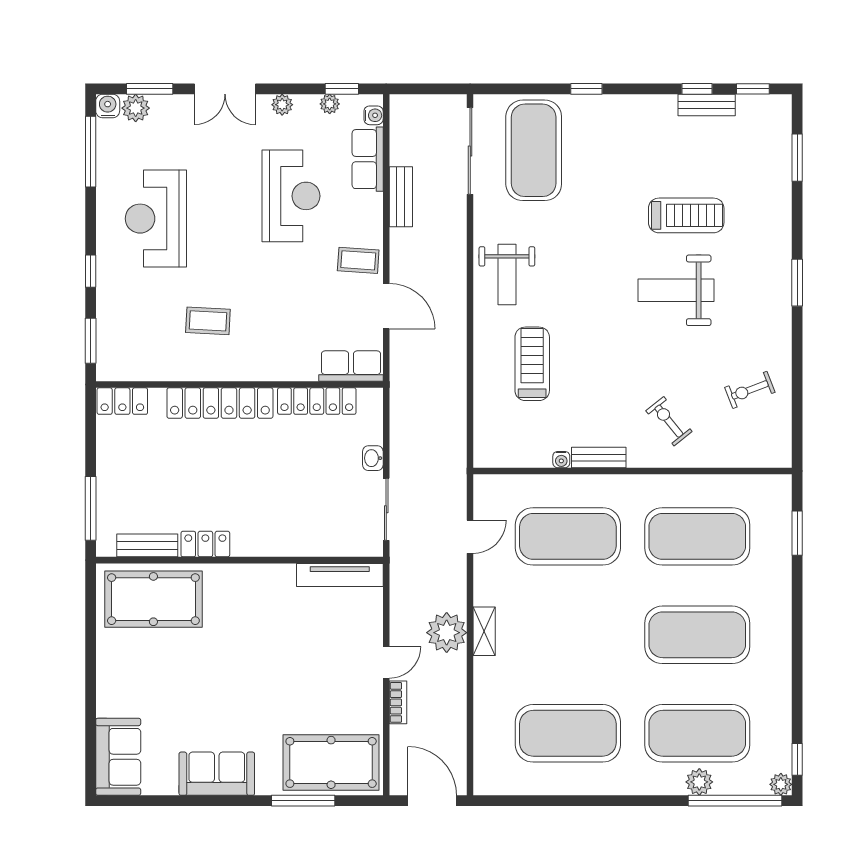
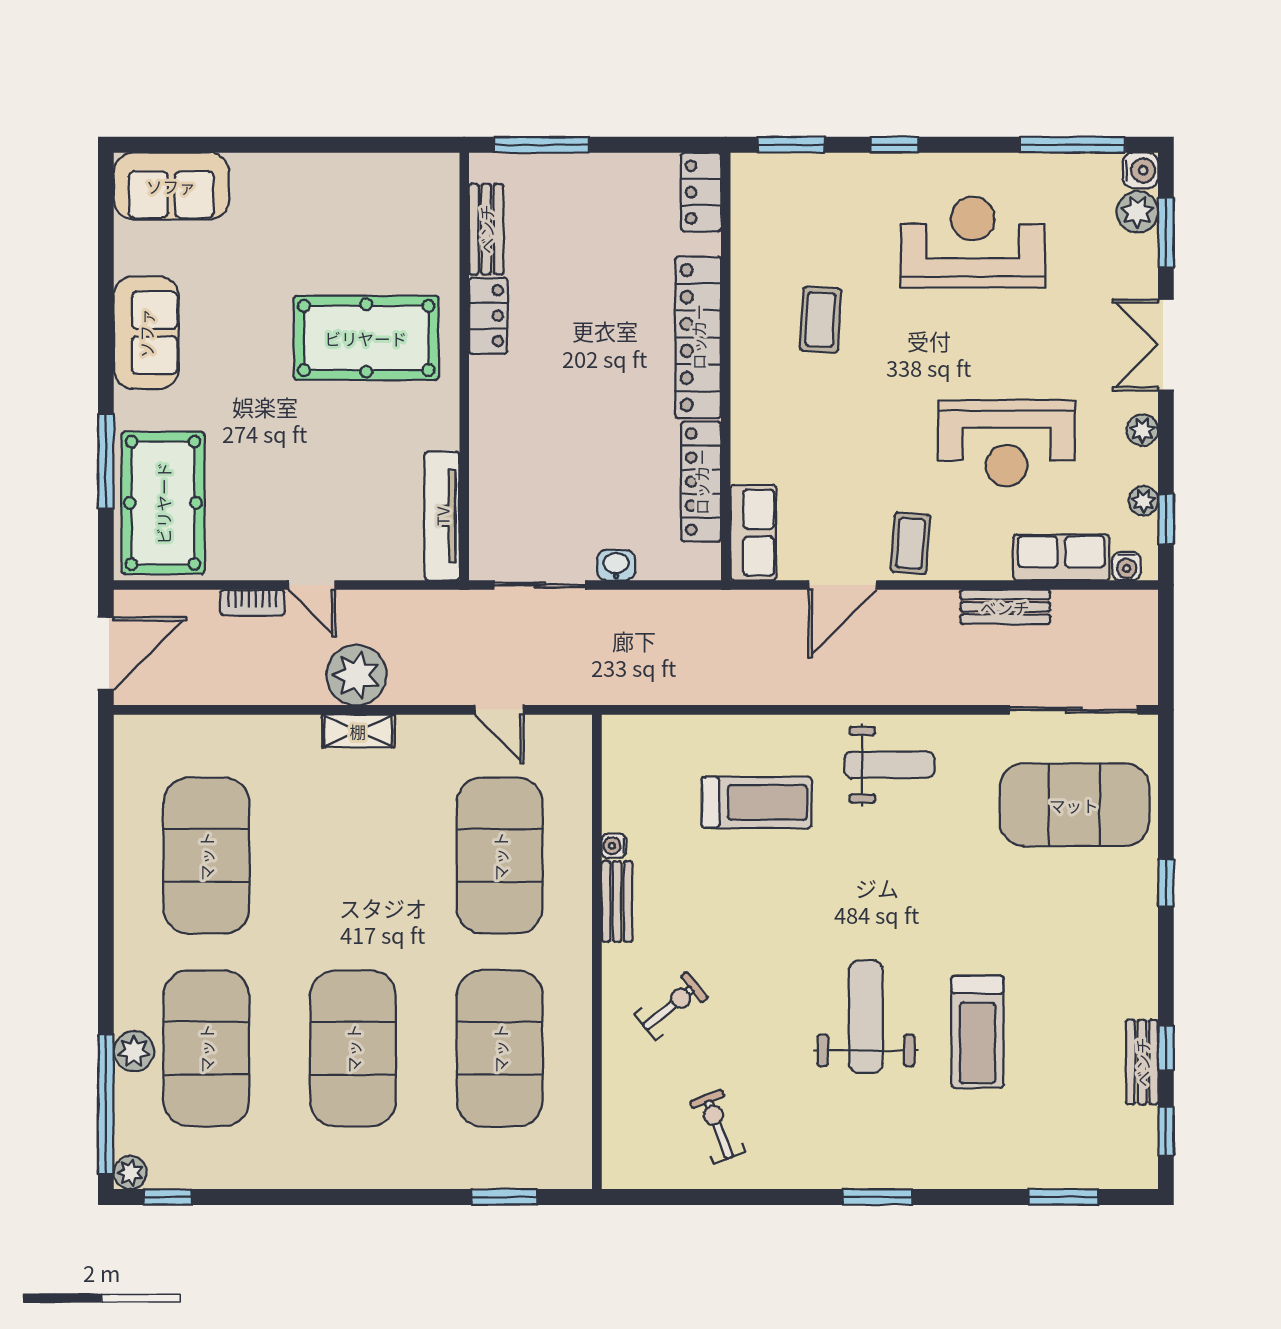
weight bench: (507, 275) -> (889, 765), turned 180
pool table: (153, 599) -> (366, 338), moved, turned 90

